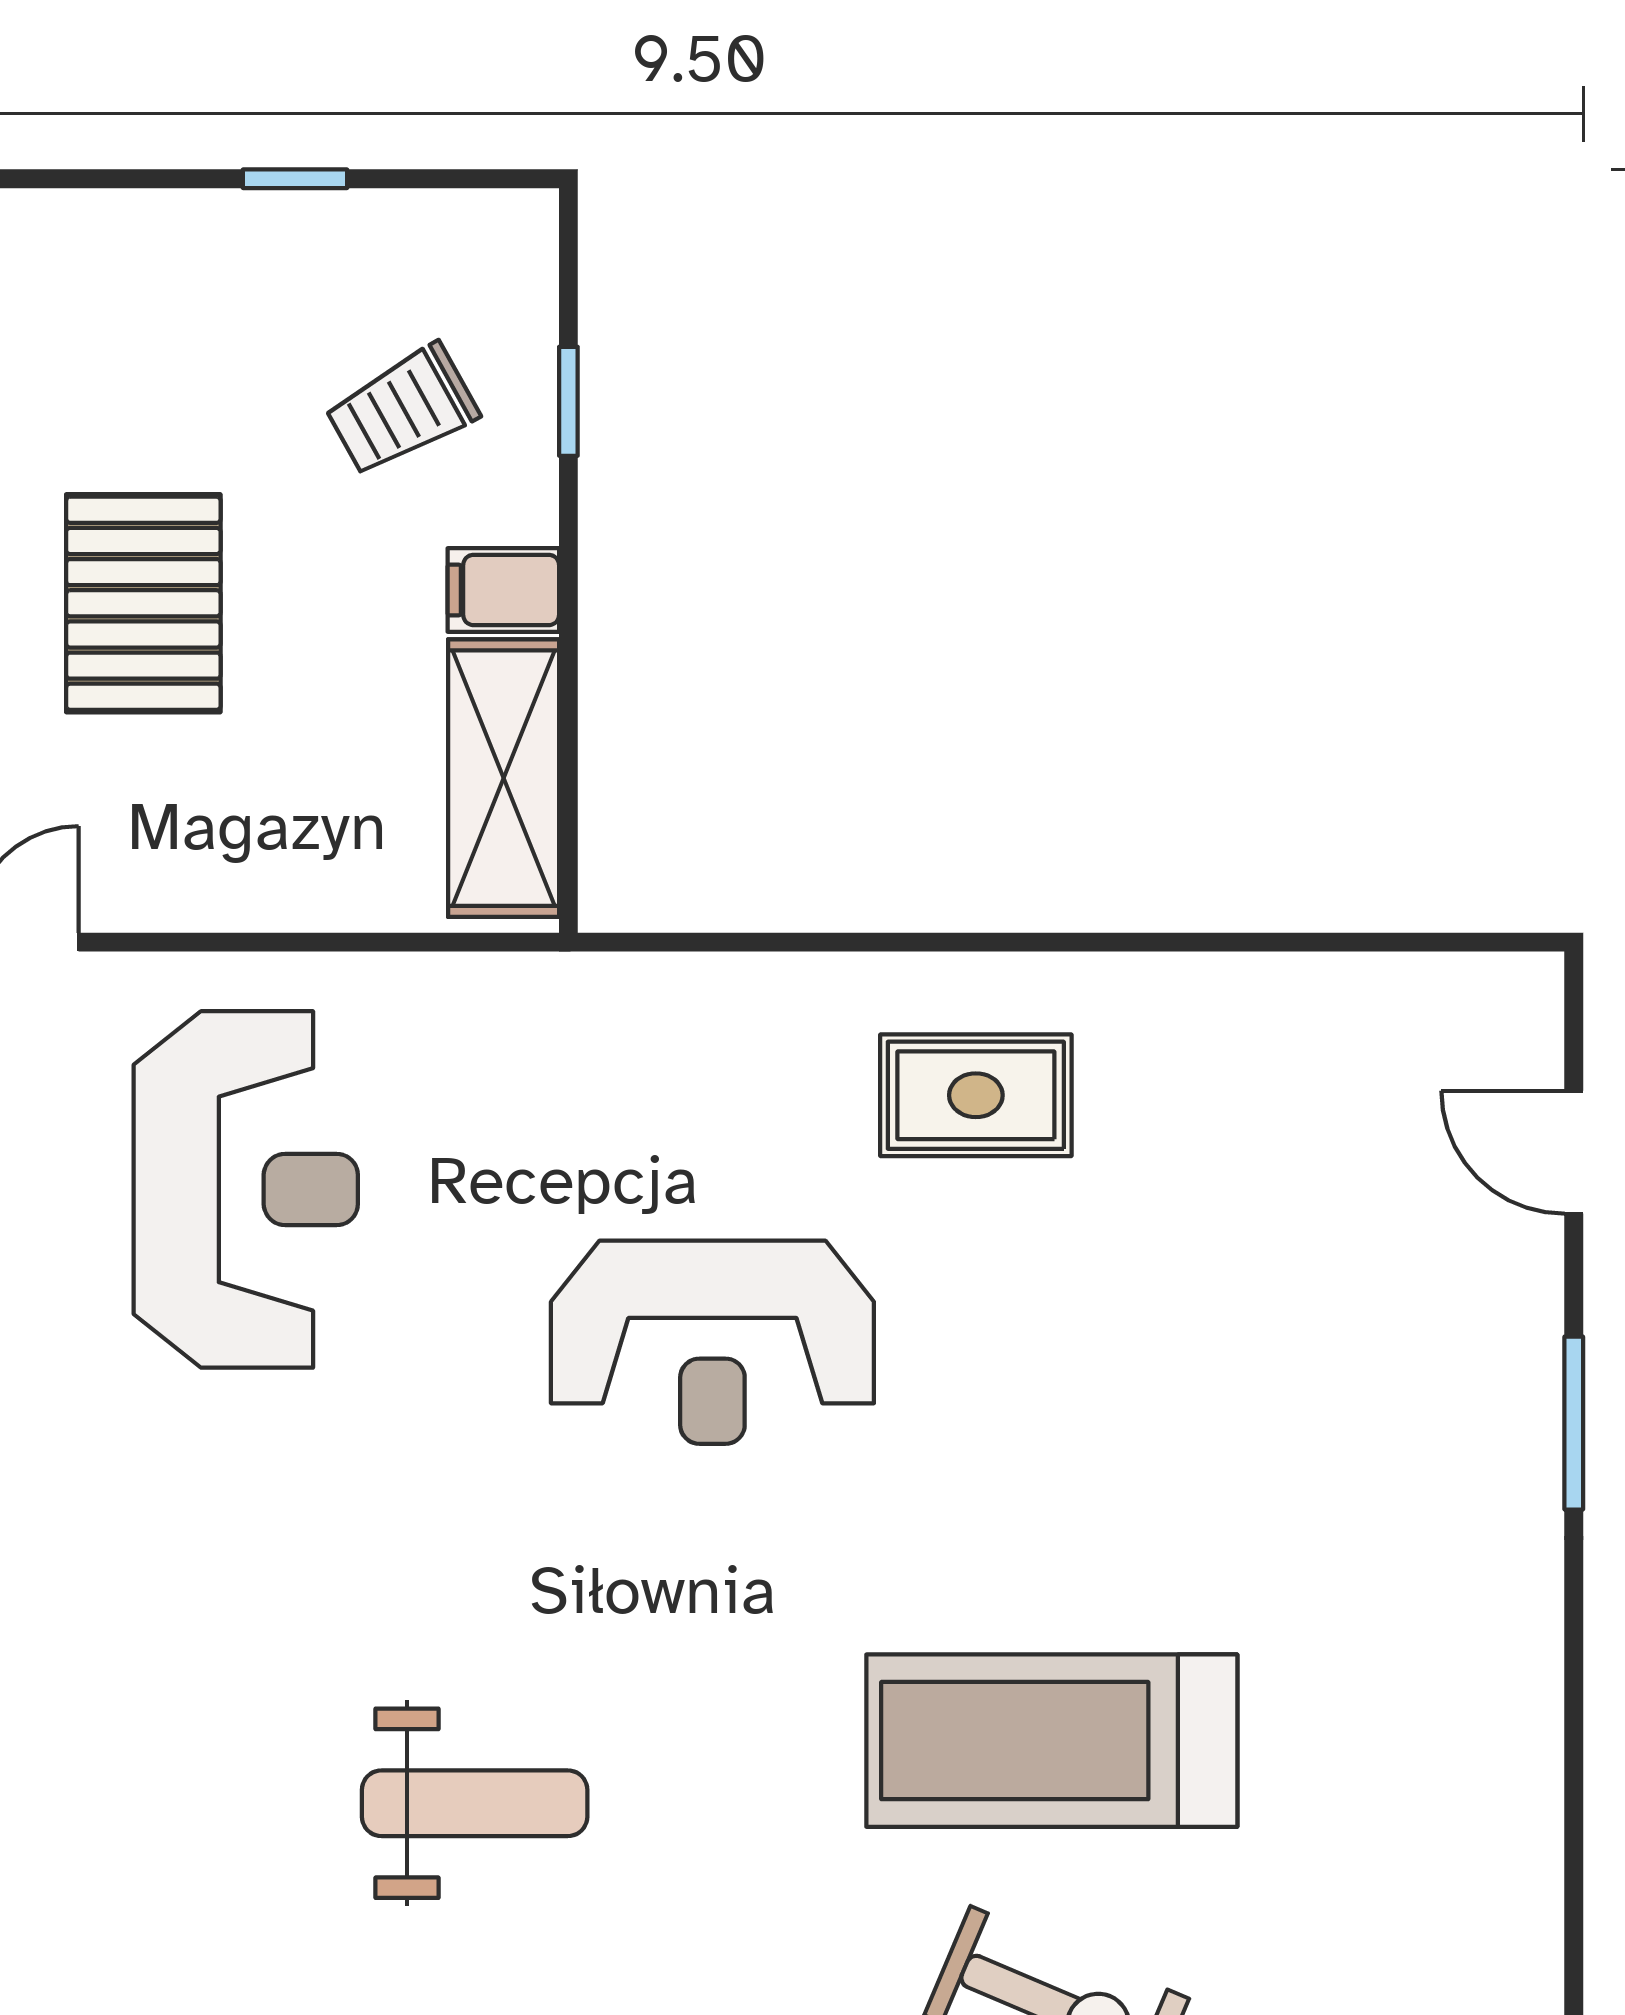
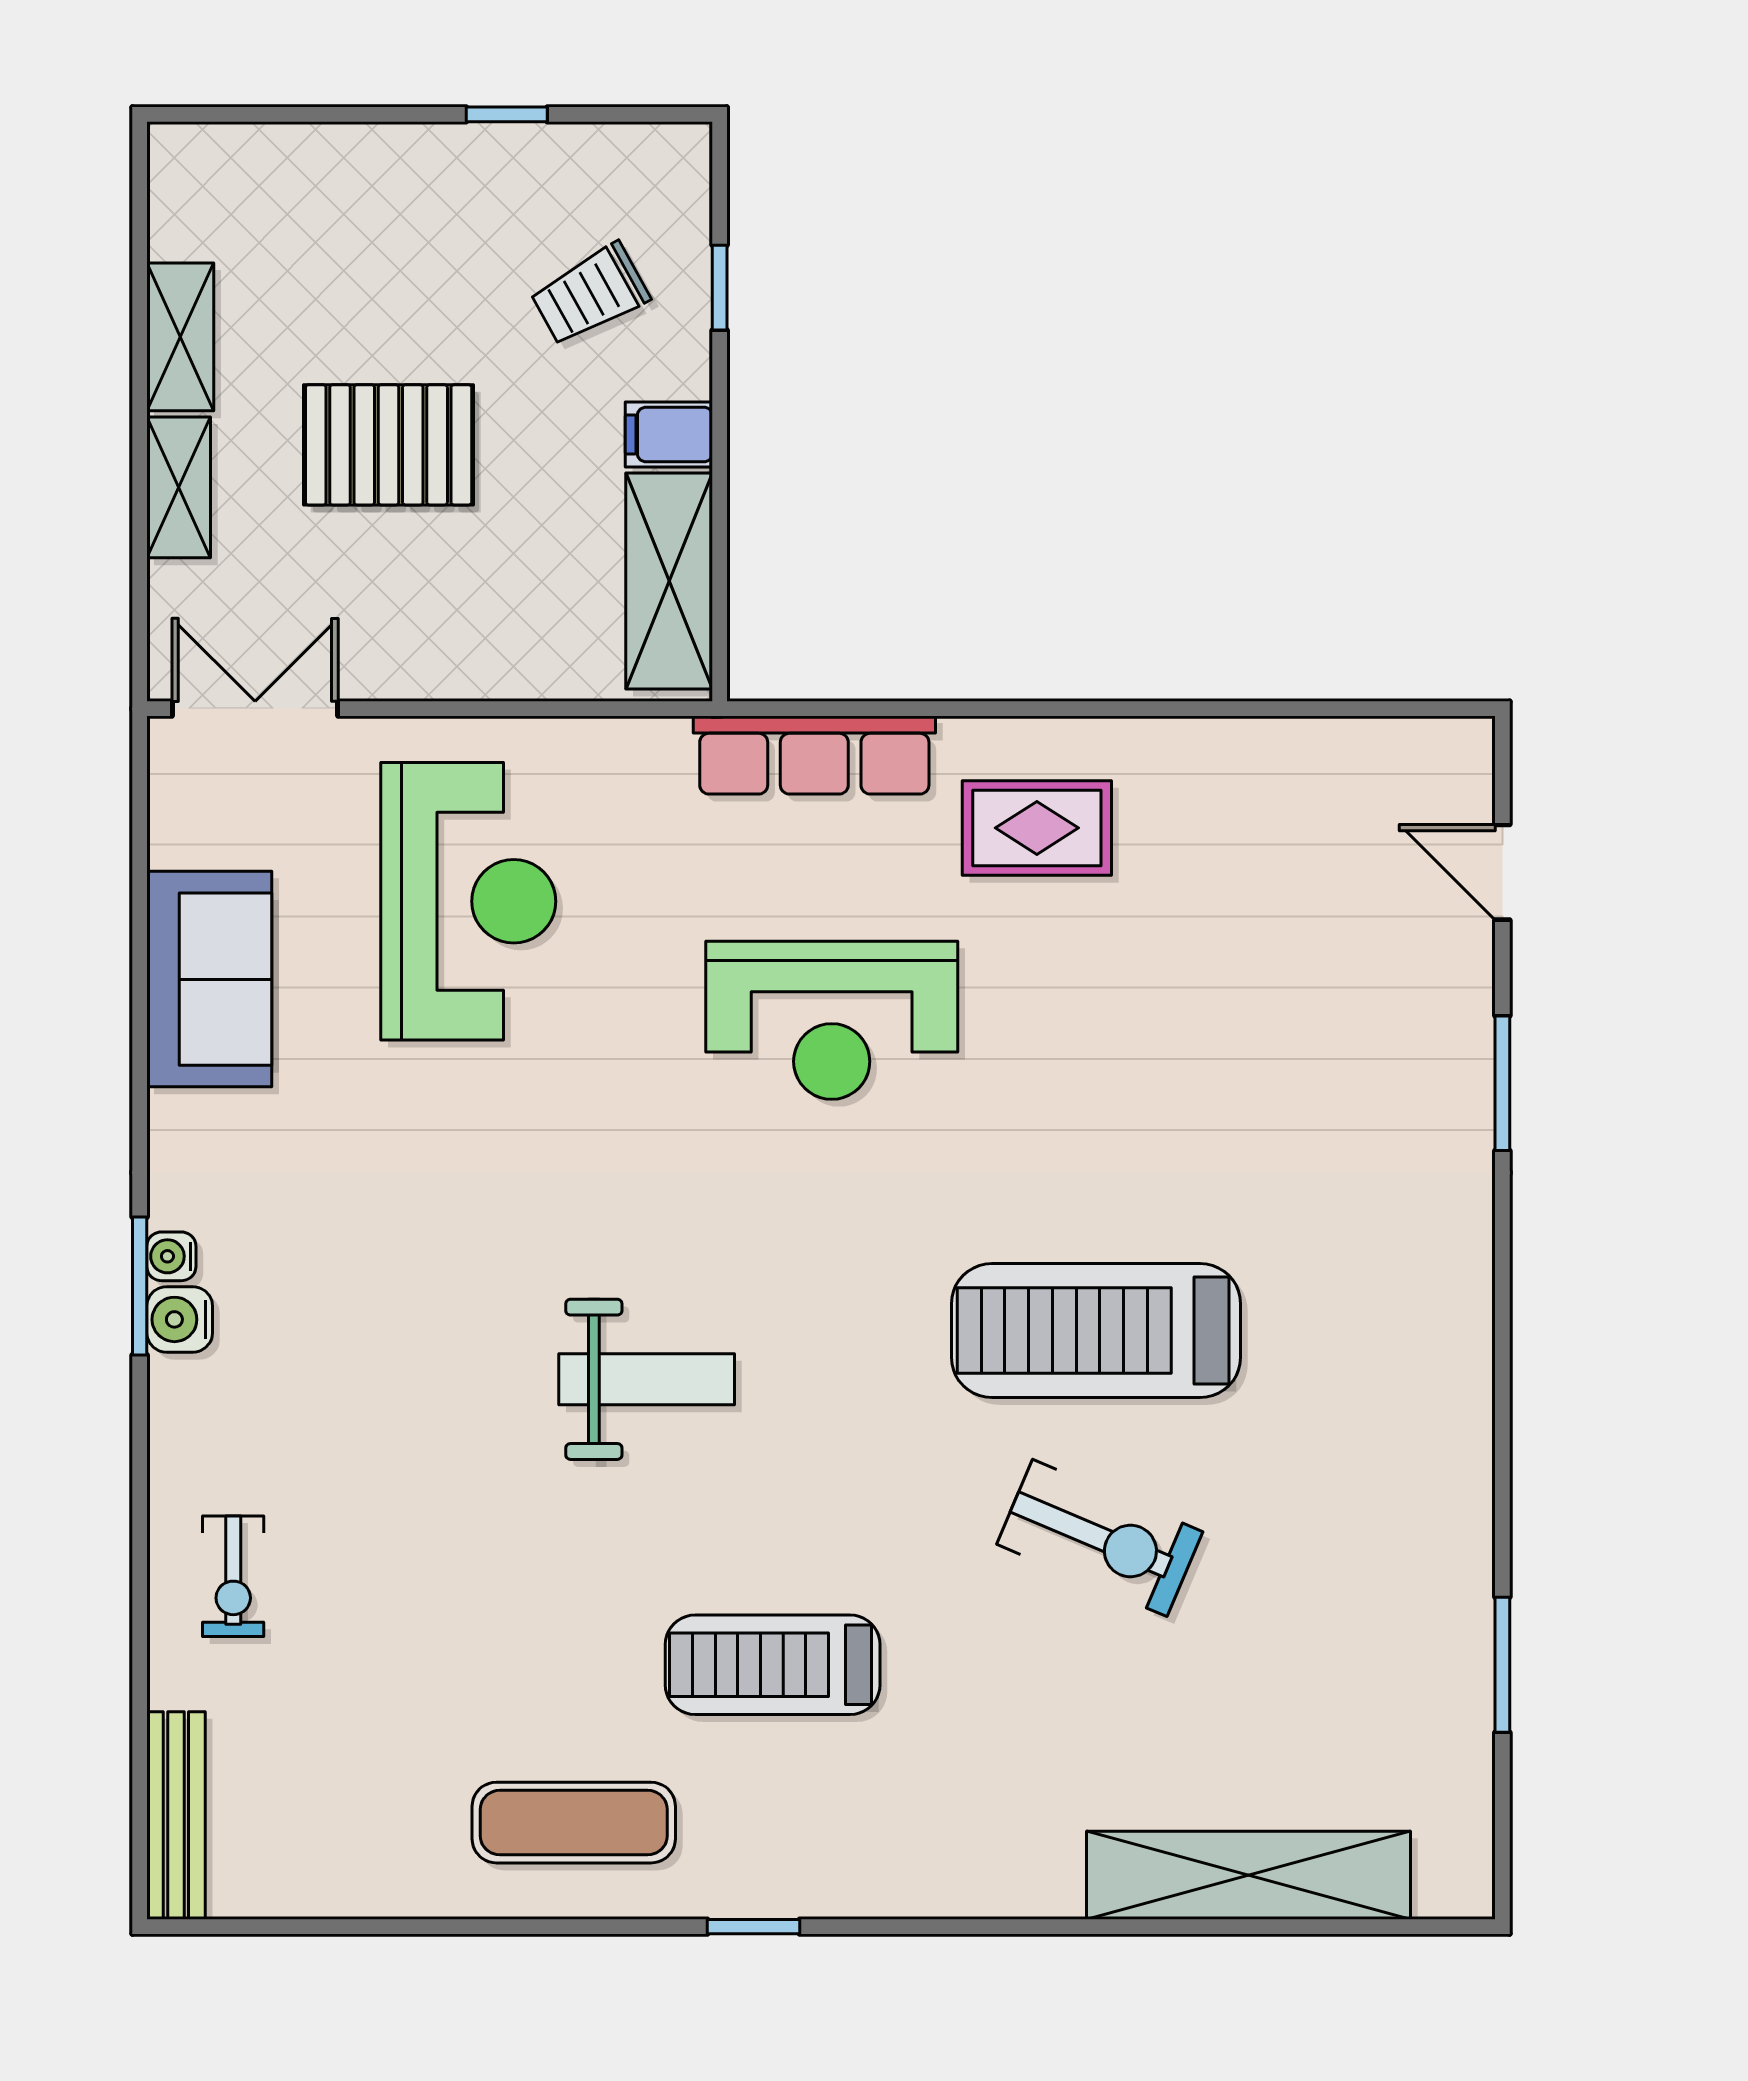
pallet: (143, 603) -> (389, 445), turned 90
row of seats: (690, 1002) -> (814, 755), added

